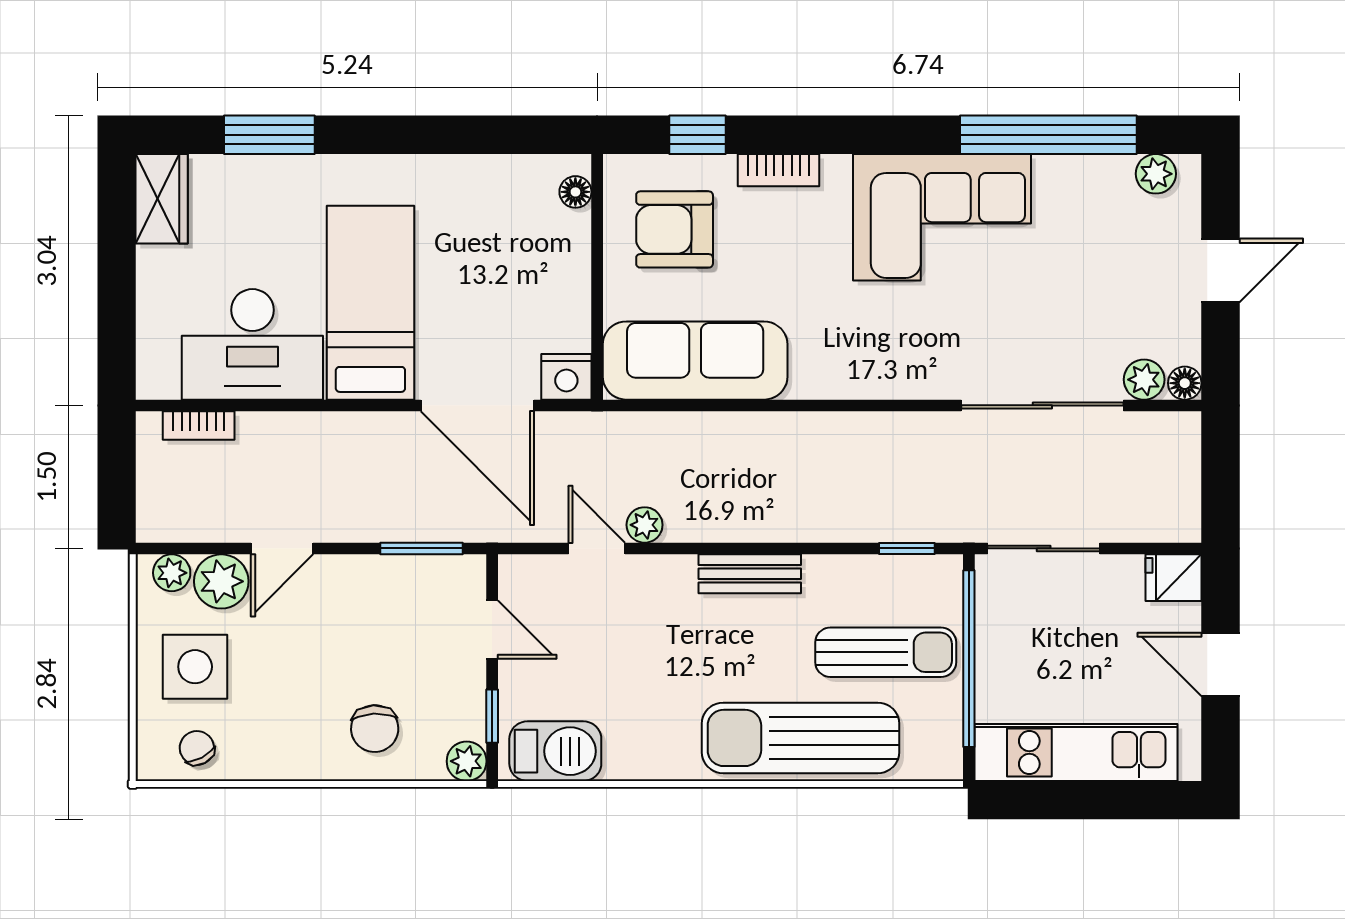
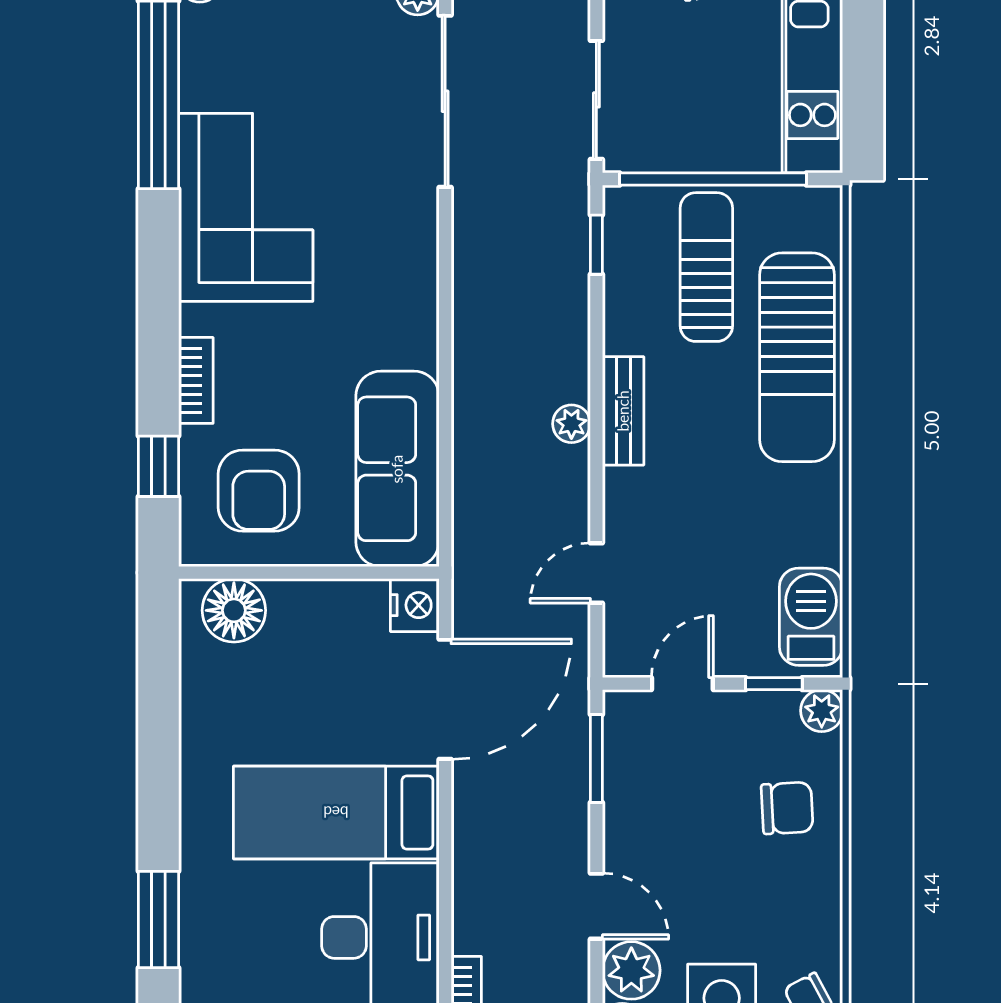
floor lamp: (575, 192) -> (234, 610), width x1.89, depth x1.89
plant: (645, 525) -> (571, 424), moved

